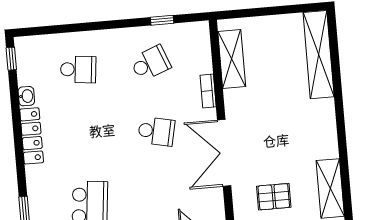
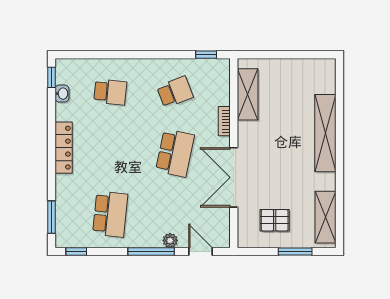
window: (162, 20) -> (206, 55), moved
shelving: (319, 55) -> (325, 133), moved
washbasin: (26, 96) -> (62, 94), moved
school desk: (156, 131) -> (175, 153), width x1.85

